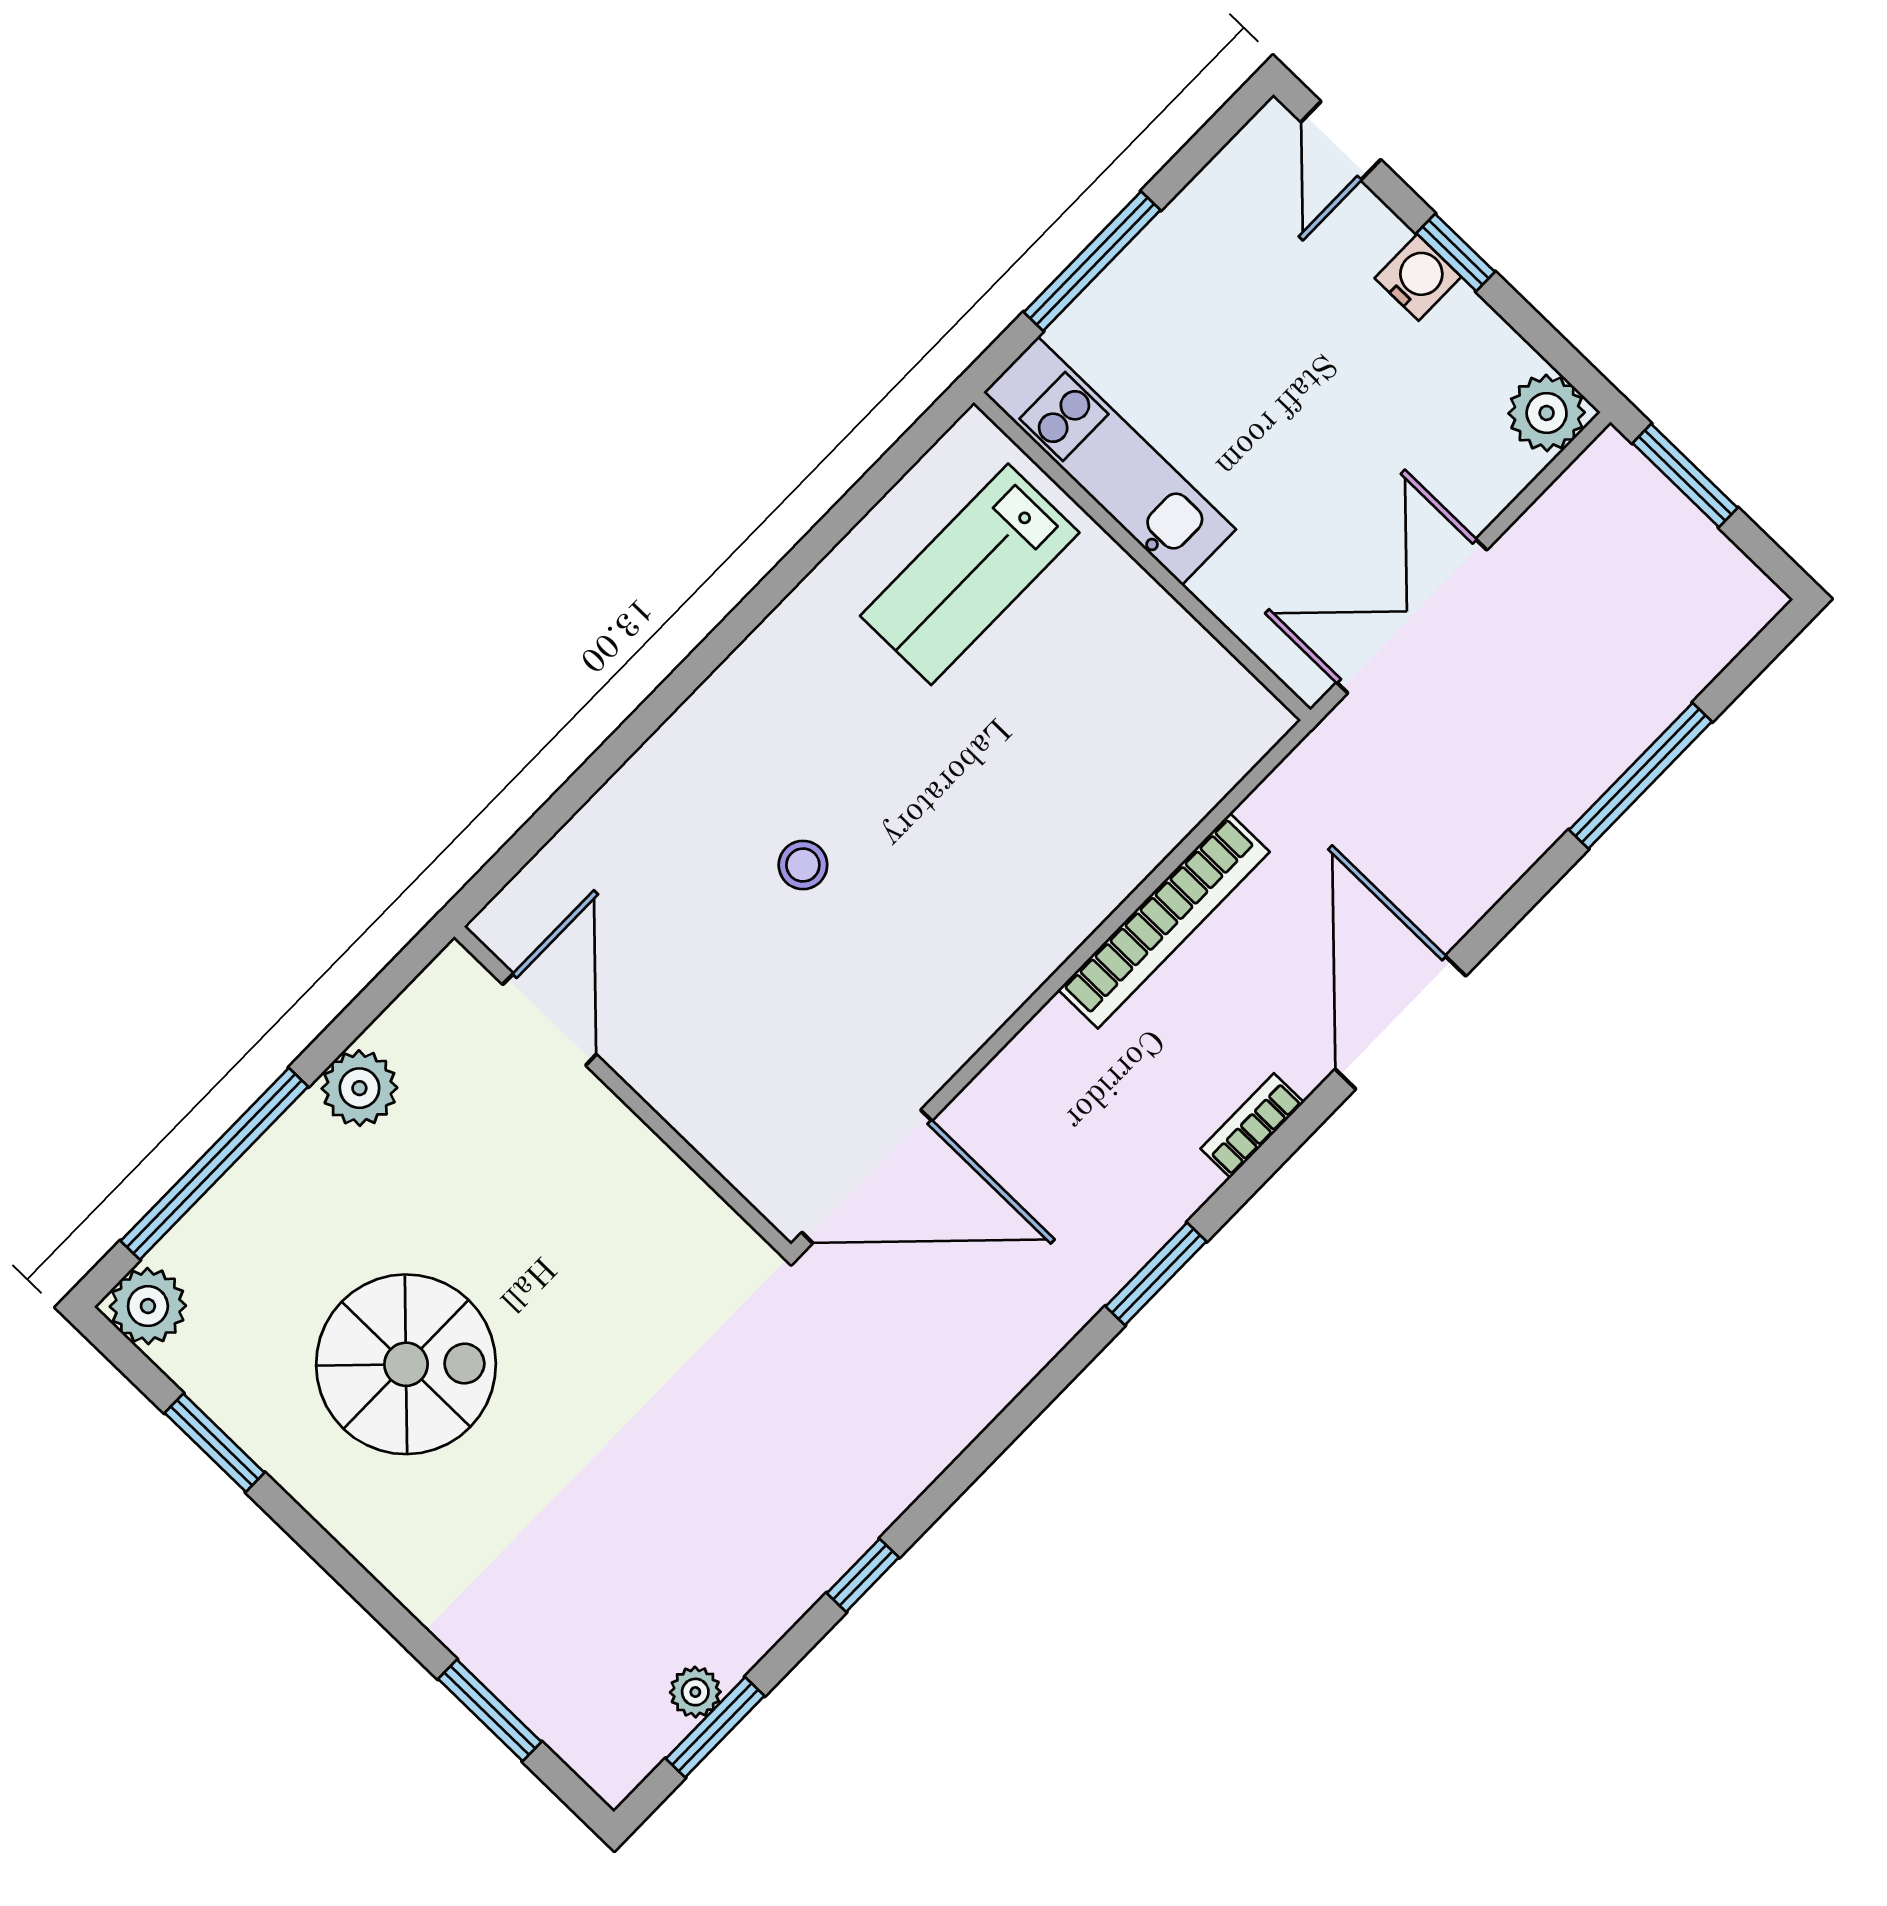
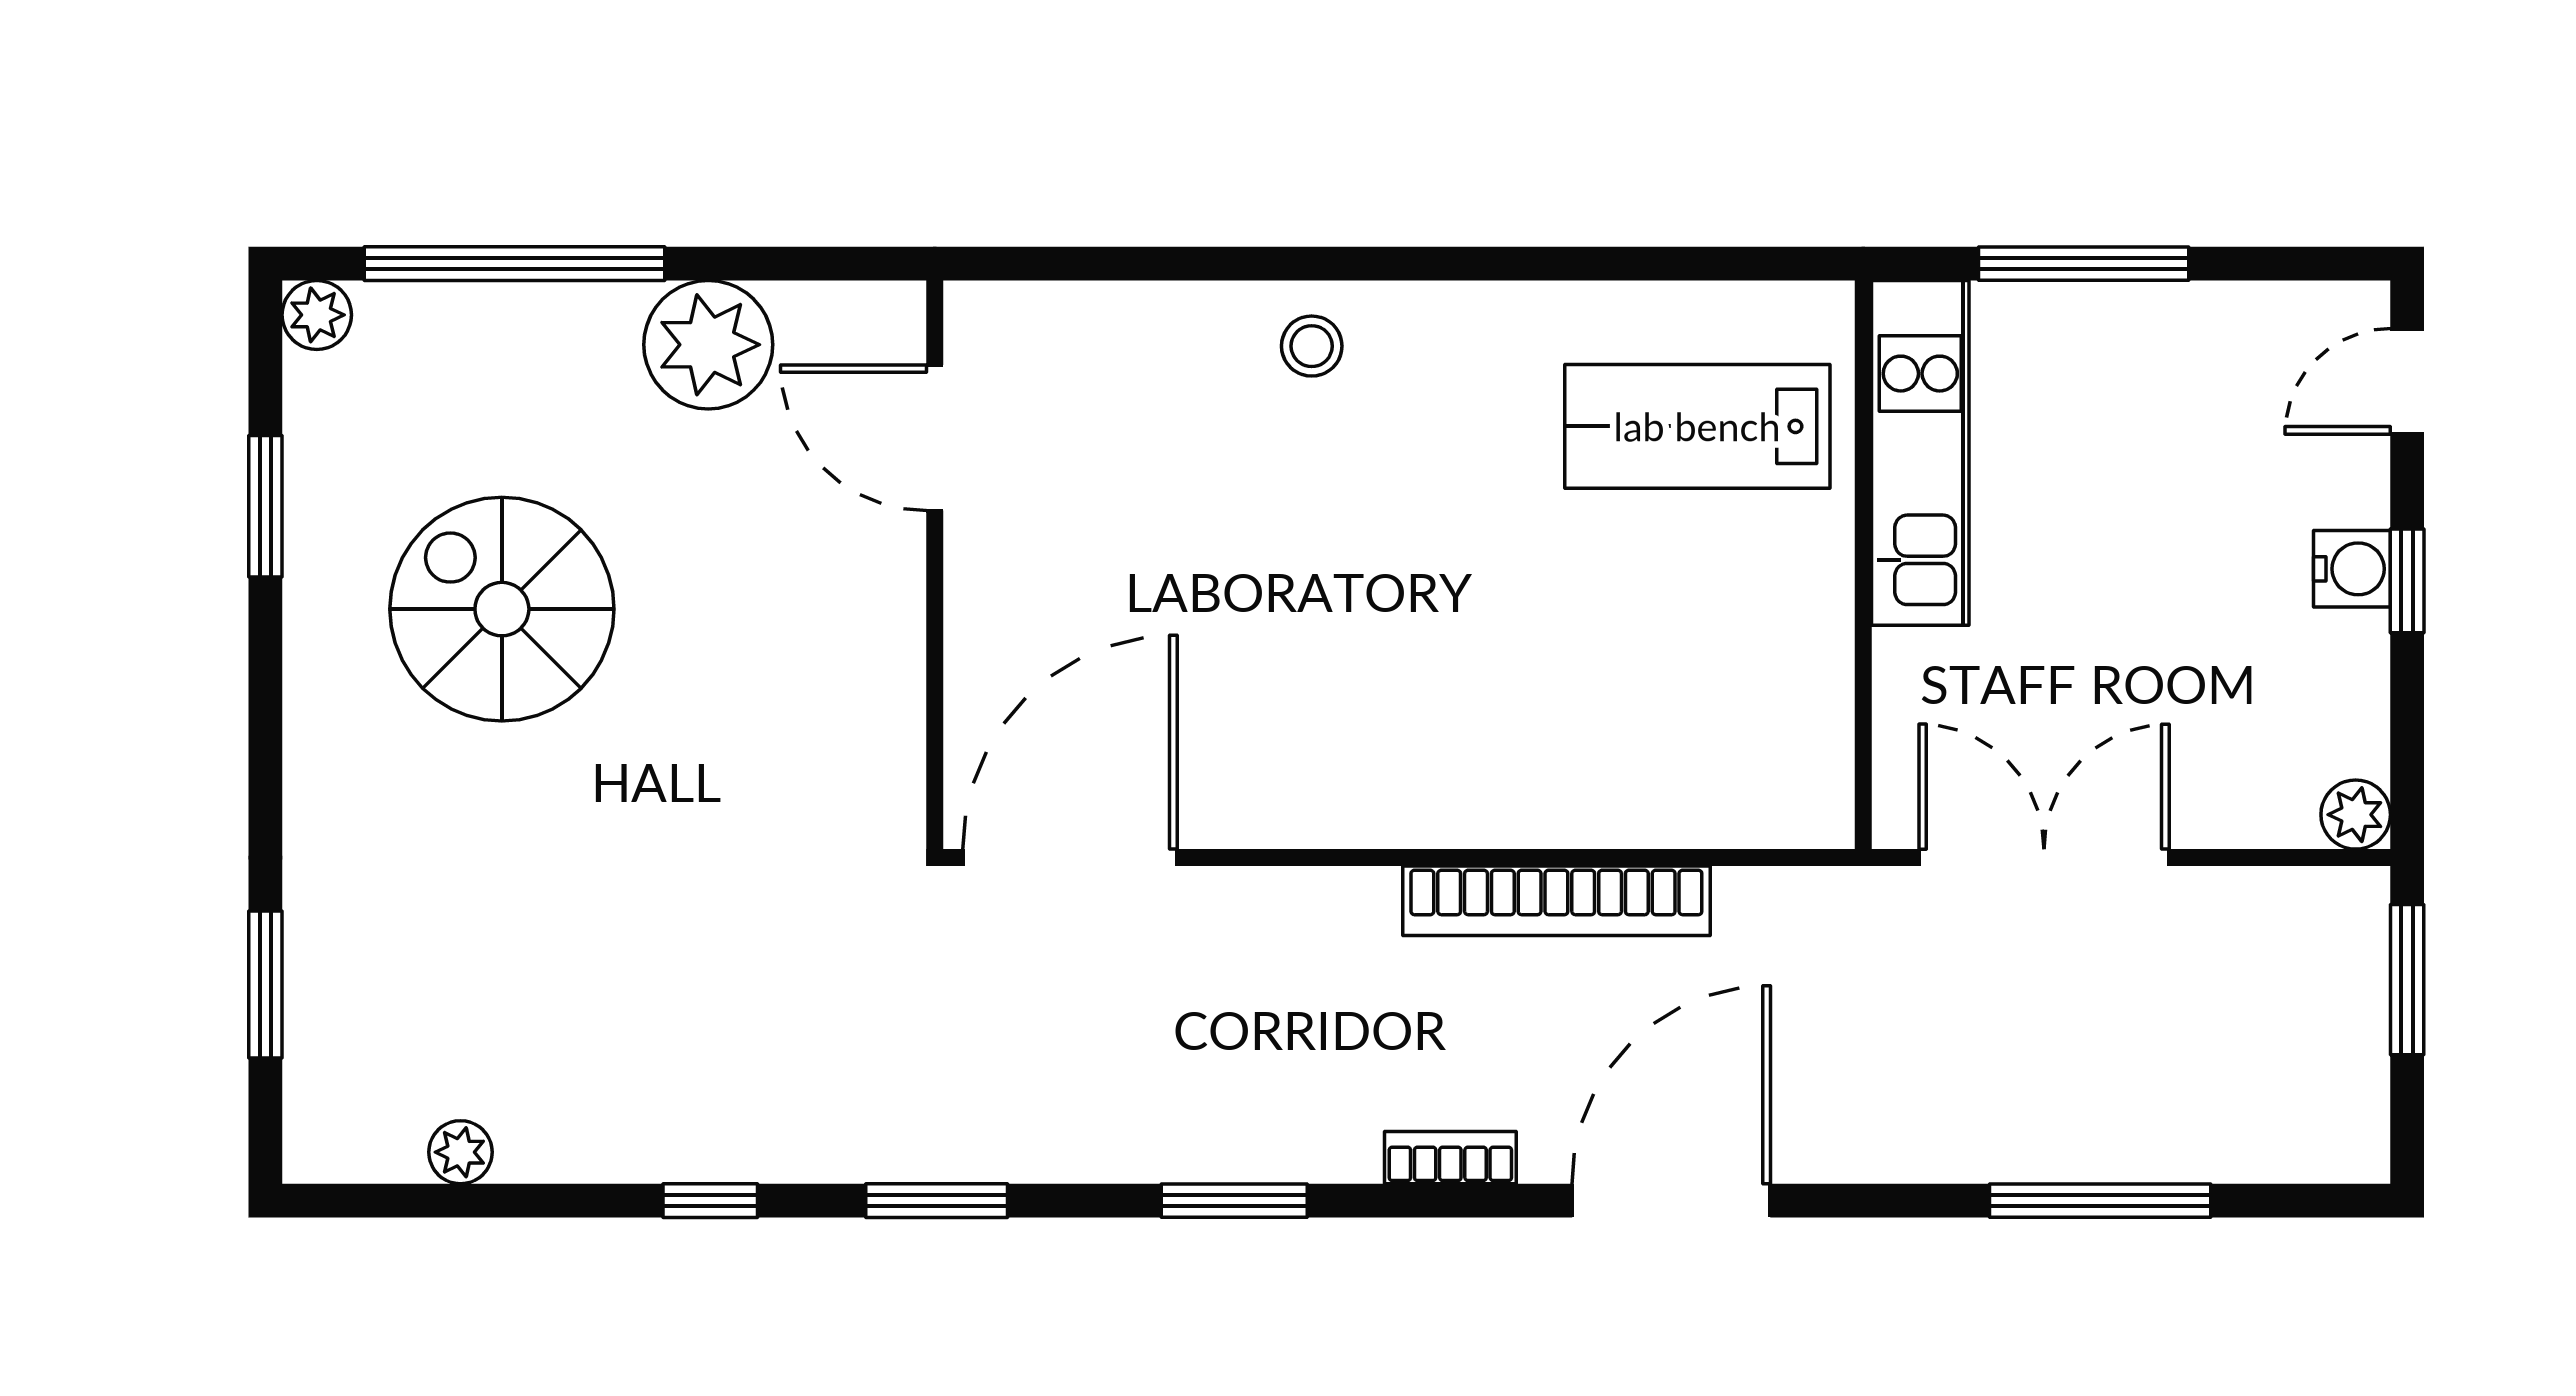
plant: (1547, 413) -> (2356, 815), width x0.73, depth x0.73
stool: (803, 865) -> (1312, 346), moved
door: (550, 1019) -> (935, 438), swing flipped
plant: (359, 1088) -> (708, 345), width x1.36, depth x1.36
door: (867, 1176) -> (1070, 858), swing flipped
plant: (148, 1306) -> (317, 315), width x0.73, depth x0.73
spiral stairs: (406, 1364) -> (502, 609), turned 180
window: (715, 1727) -> (937, 1201), moved

